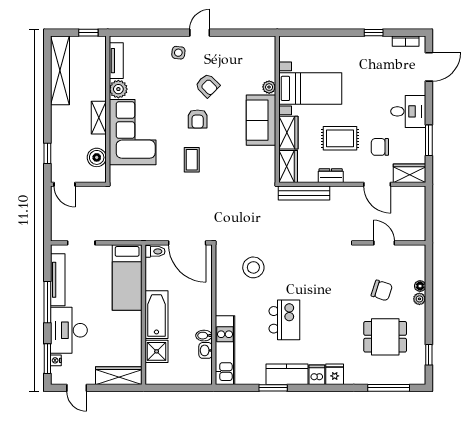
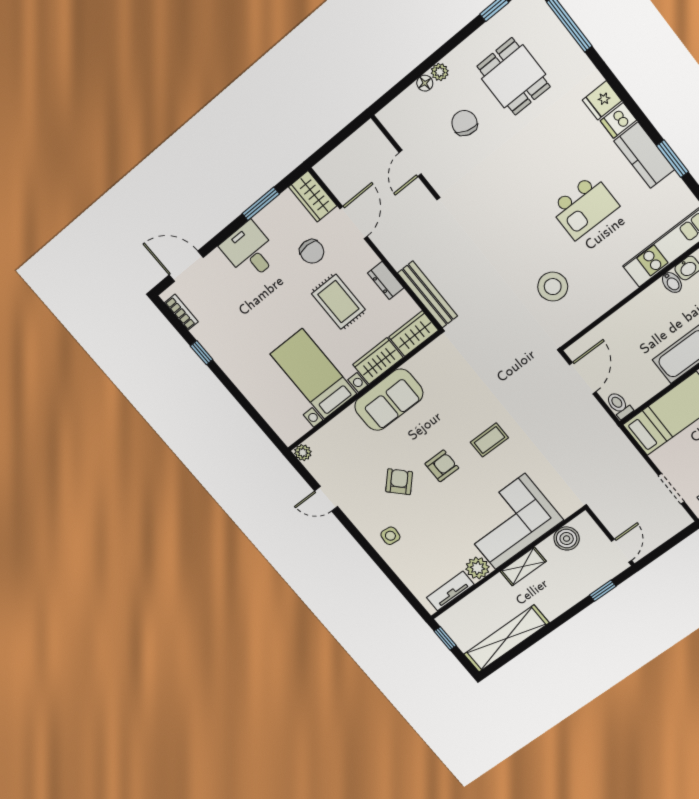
door: (200, 33) -> (326, 499), moved
plant: (269, 87) -> (303, 453), moved
door: (187, 243) -> (583, 378), width x0.73
kitchen island: (284, 320) -> (584, 207), turned 180

